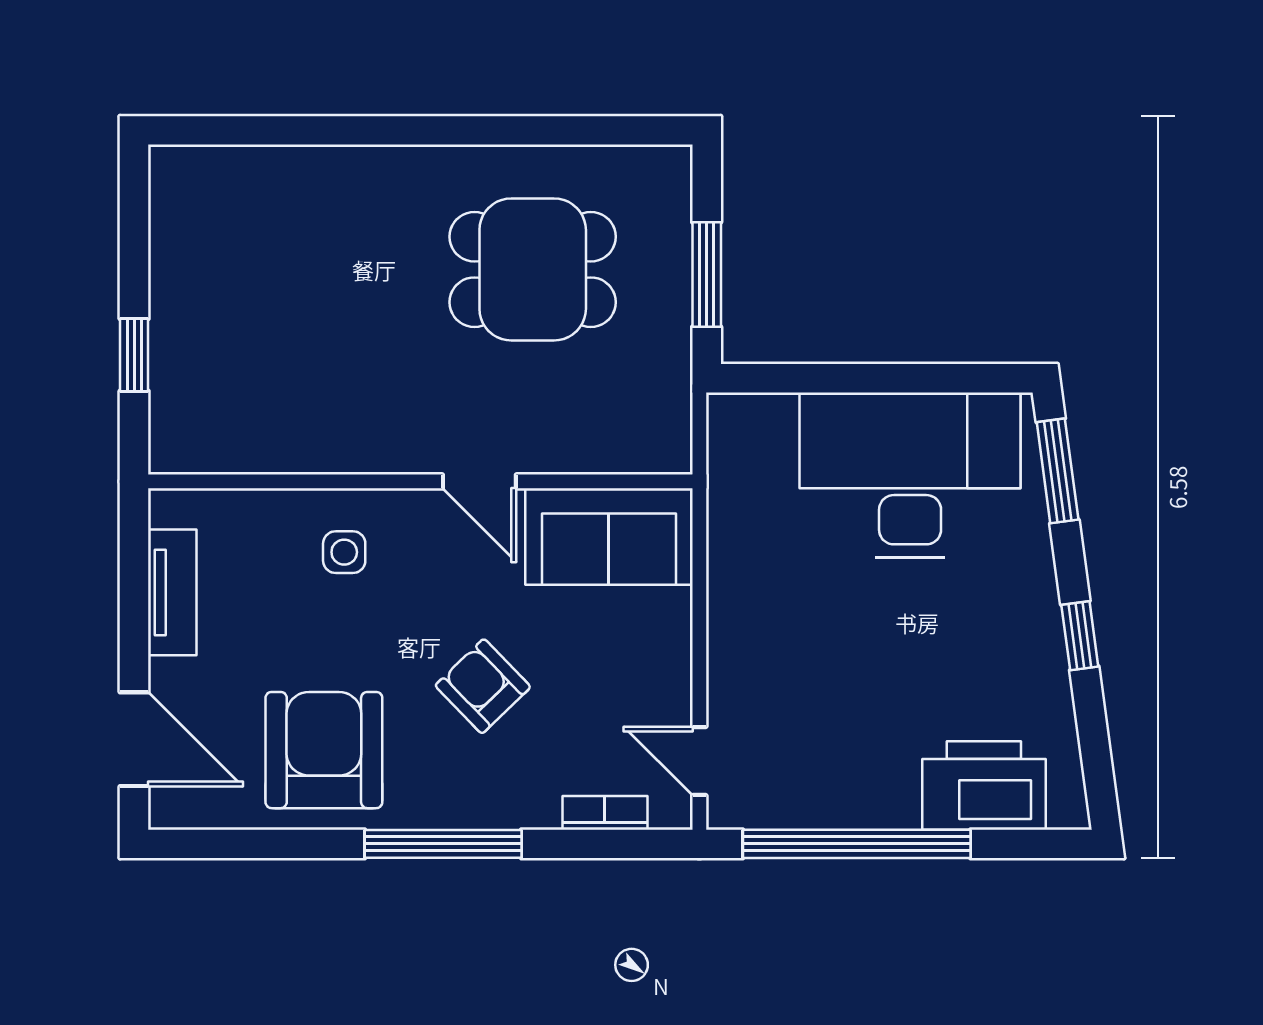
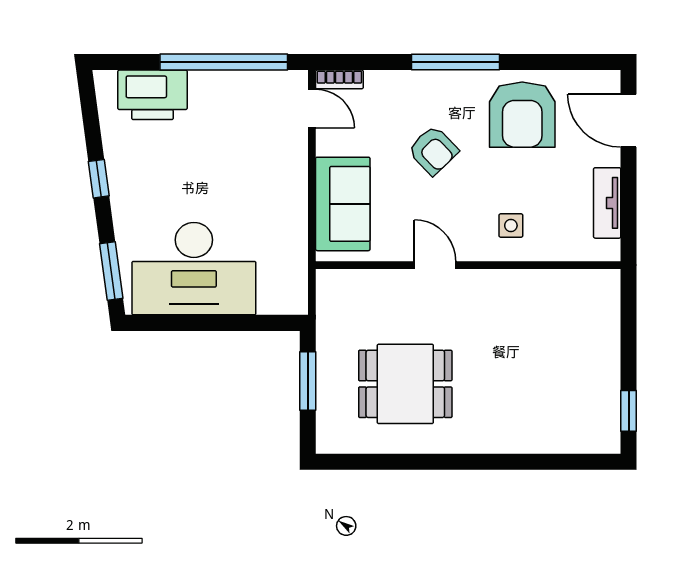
window: (134, 355) -> (629, 411), moved
sofa: (609, 537) -> (343, 204), moved, turned 90
bookcase: (605, 813) -> (339, 79), moved

